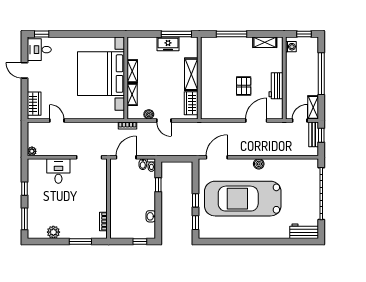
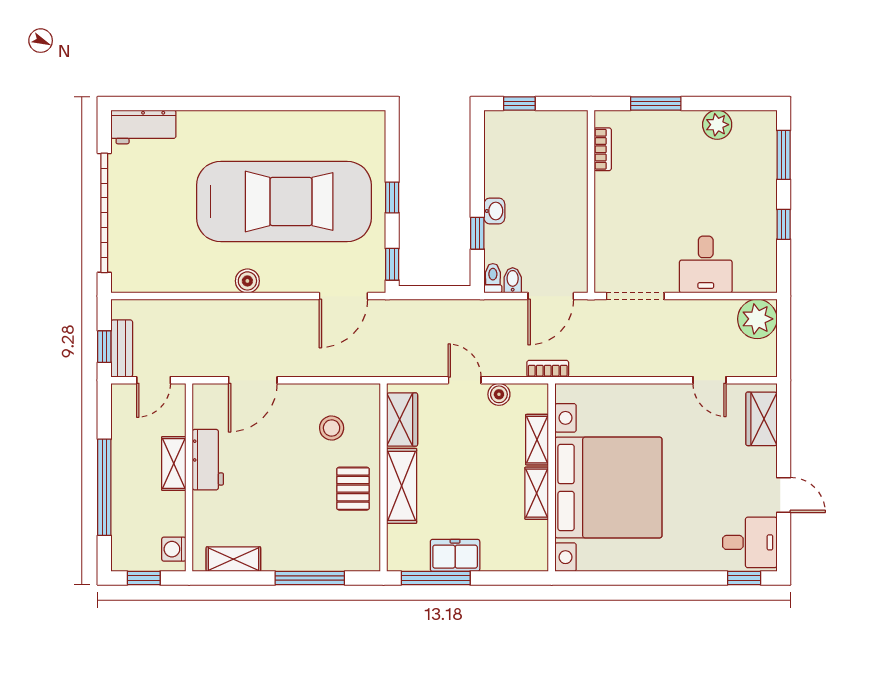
pallet: (244, 86) -> (353, 489), moved
stool: (222, 100) -> (332, 428), added
shelving: (313, 107) -> (174, 463), moved
plant: (32, 151) -> (757, 319), width x1.88, depth x1.88
washbasin: (151, 216) -> (494, 211), moved
window: (195, 223) -> (392, 264), moved

